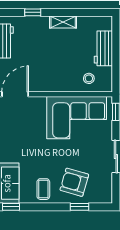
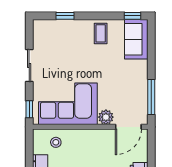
plant: (38, 104) -> (106, 117), added
armchair: (74, 182) -> (70, 40), removed

